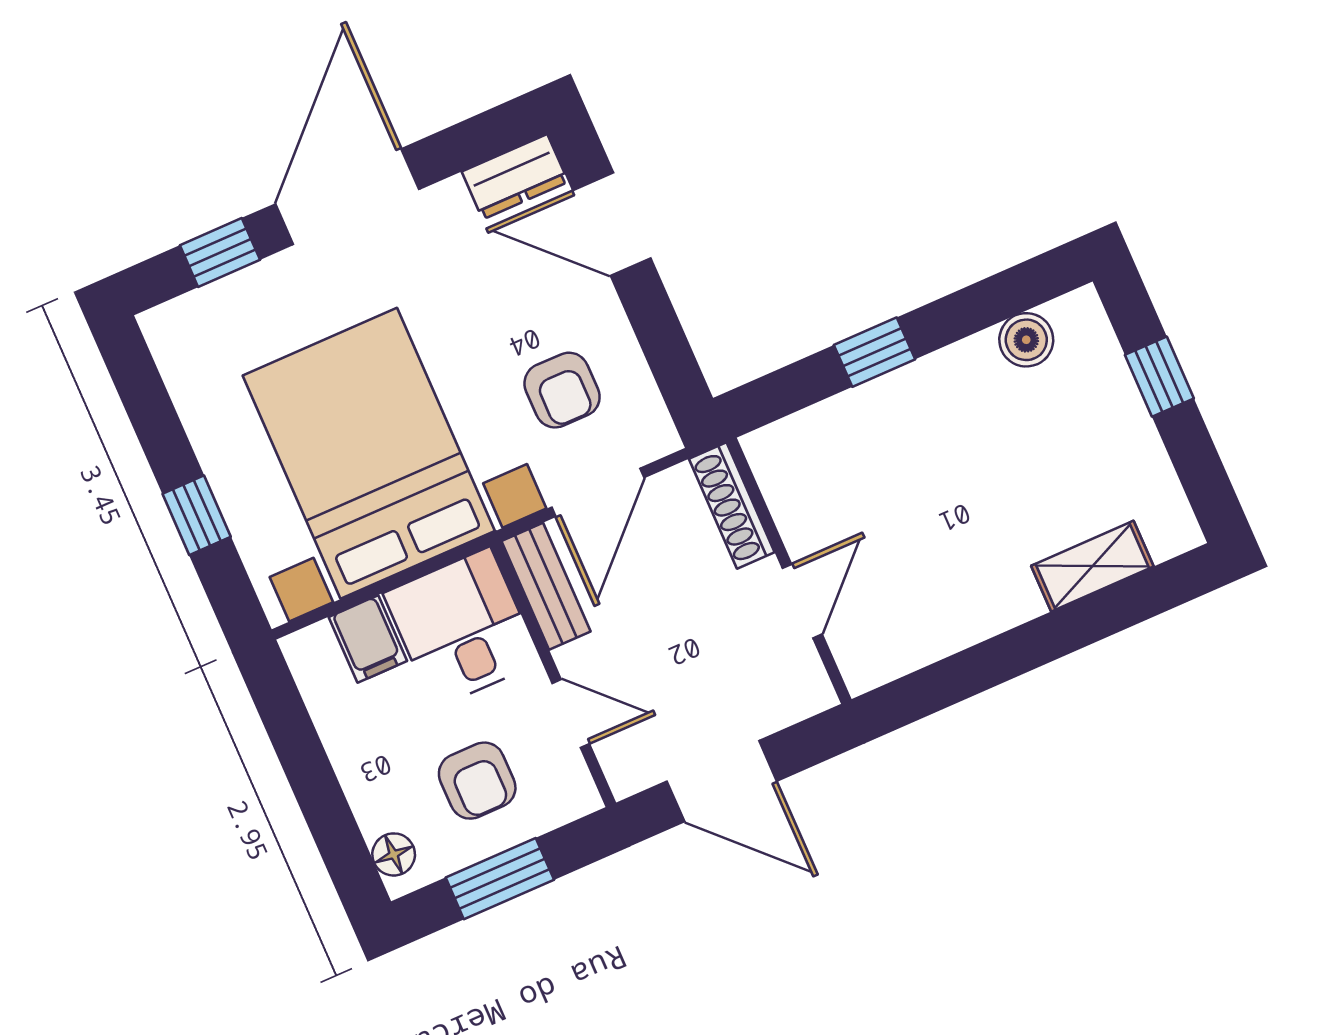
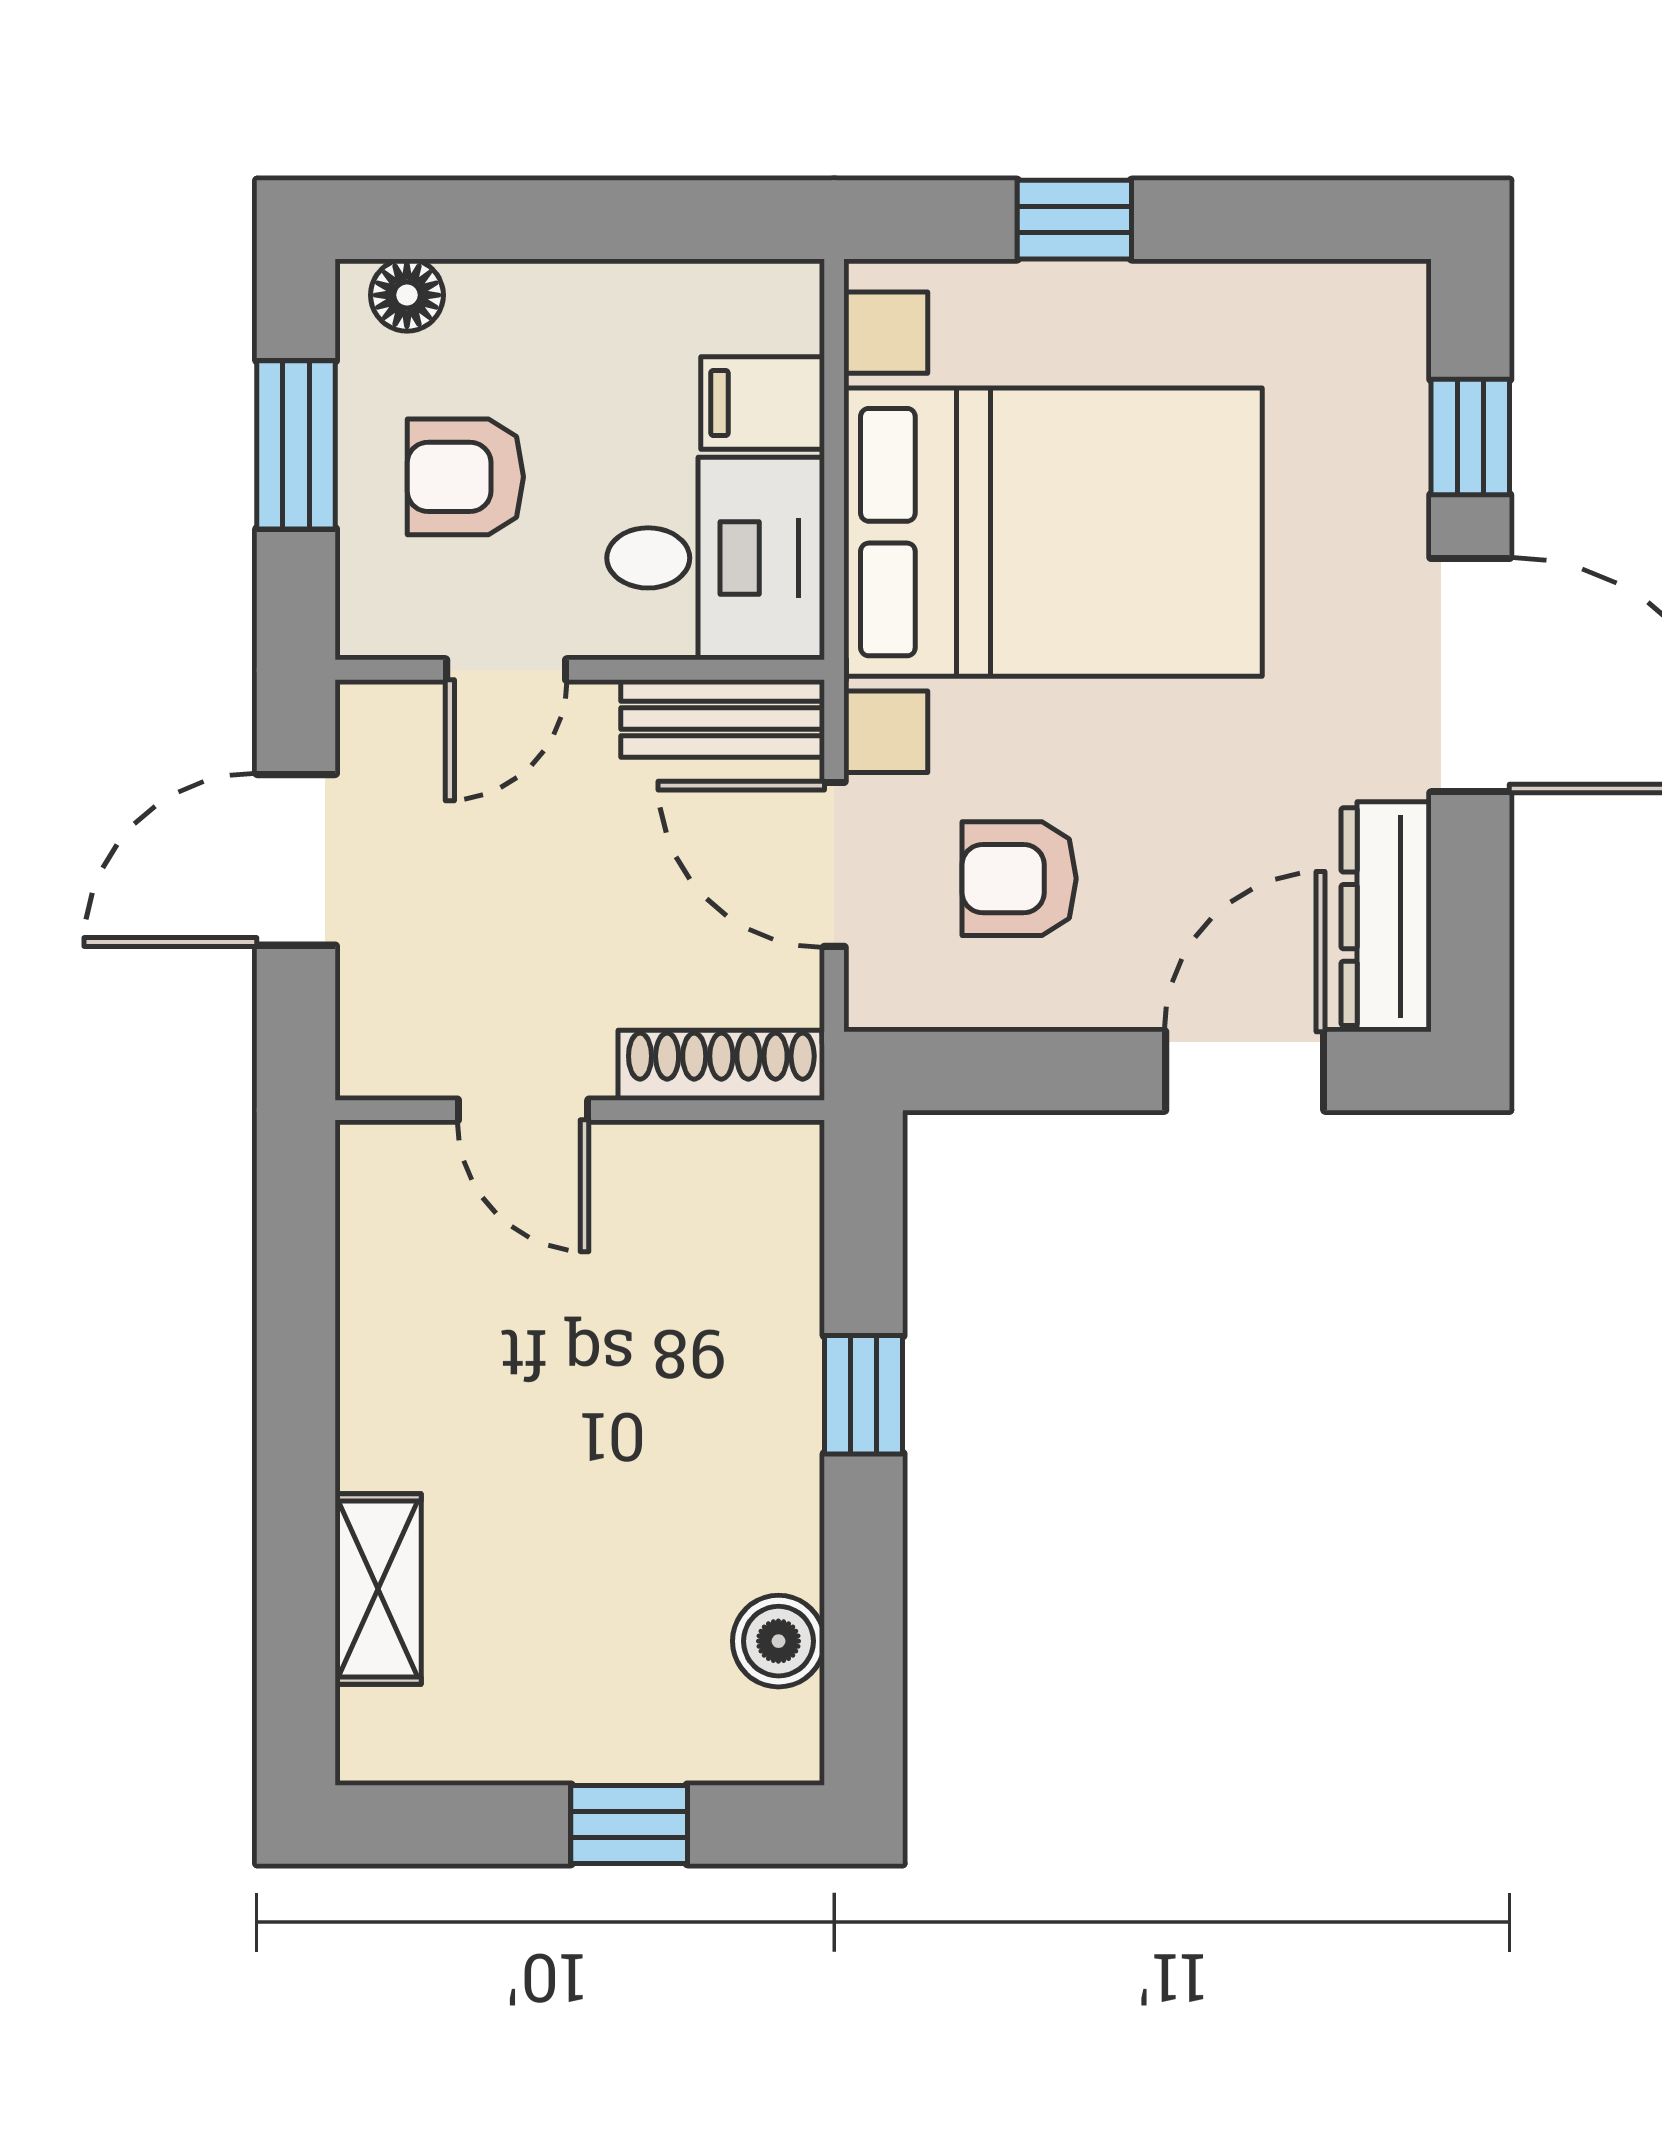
dresser: (515, 177) -> (1386, 917), width x1.44

